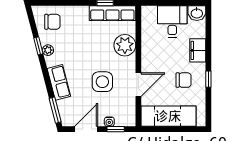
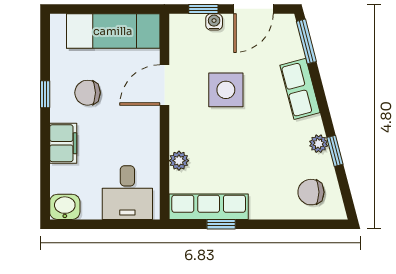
desk: (172, 21) -> (127, 193), moved
plant: (125, 45) -> (179, 161), width x0.53, depth x0.53

